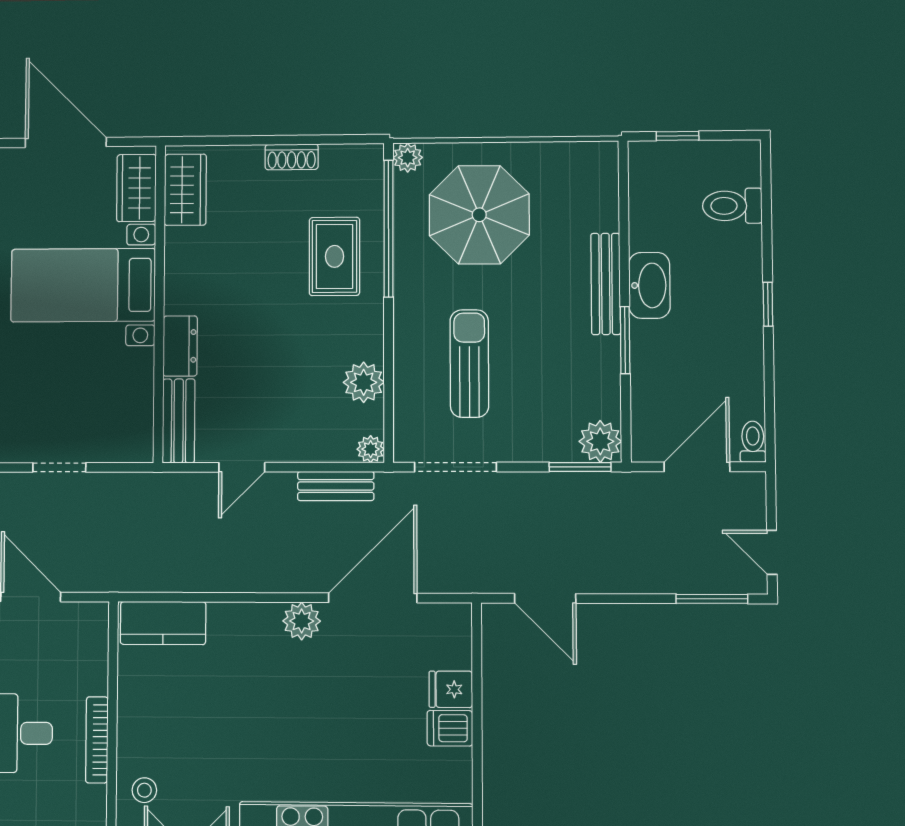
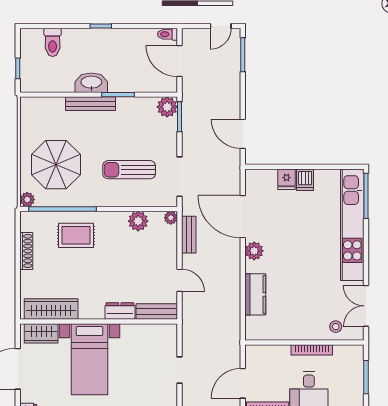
shoe rack: (292, 157) -> (26, 251), width x1.43
wardrobe: (185, 190) -> (51, 309), width x1.50
door: (545, 598) -> (243, 134), swing flipped
kitchen counter: (163, 623) -> (255, 294), moved

